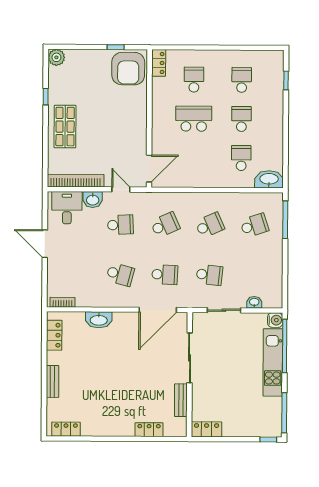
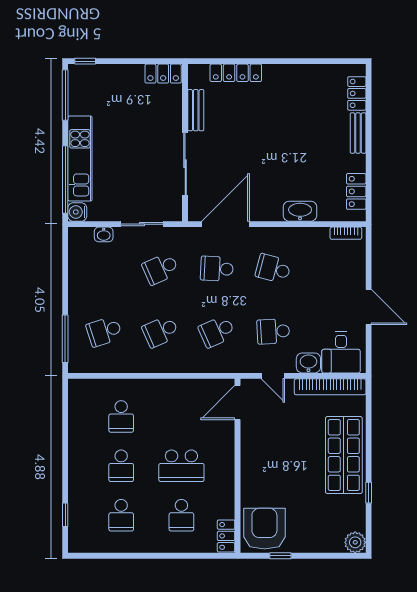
shop shelf: (65, 127) -> (344, 455), width x1.43, depth x1.36
washbasin: (269, 179) -> (86, 390), removed
school desk: (209, 275) -> (161, 269), turned -30
locker: (66, 429) -> (357, 93), moved, turned 90
locker: (149, 430) -> (236, 73), width x1.53

